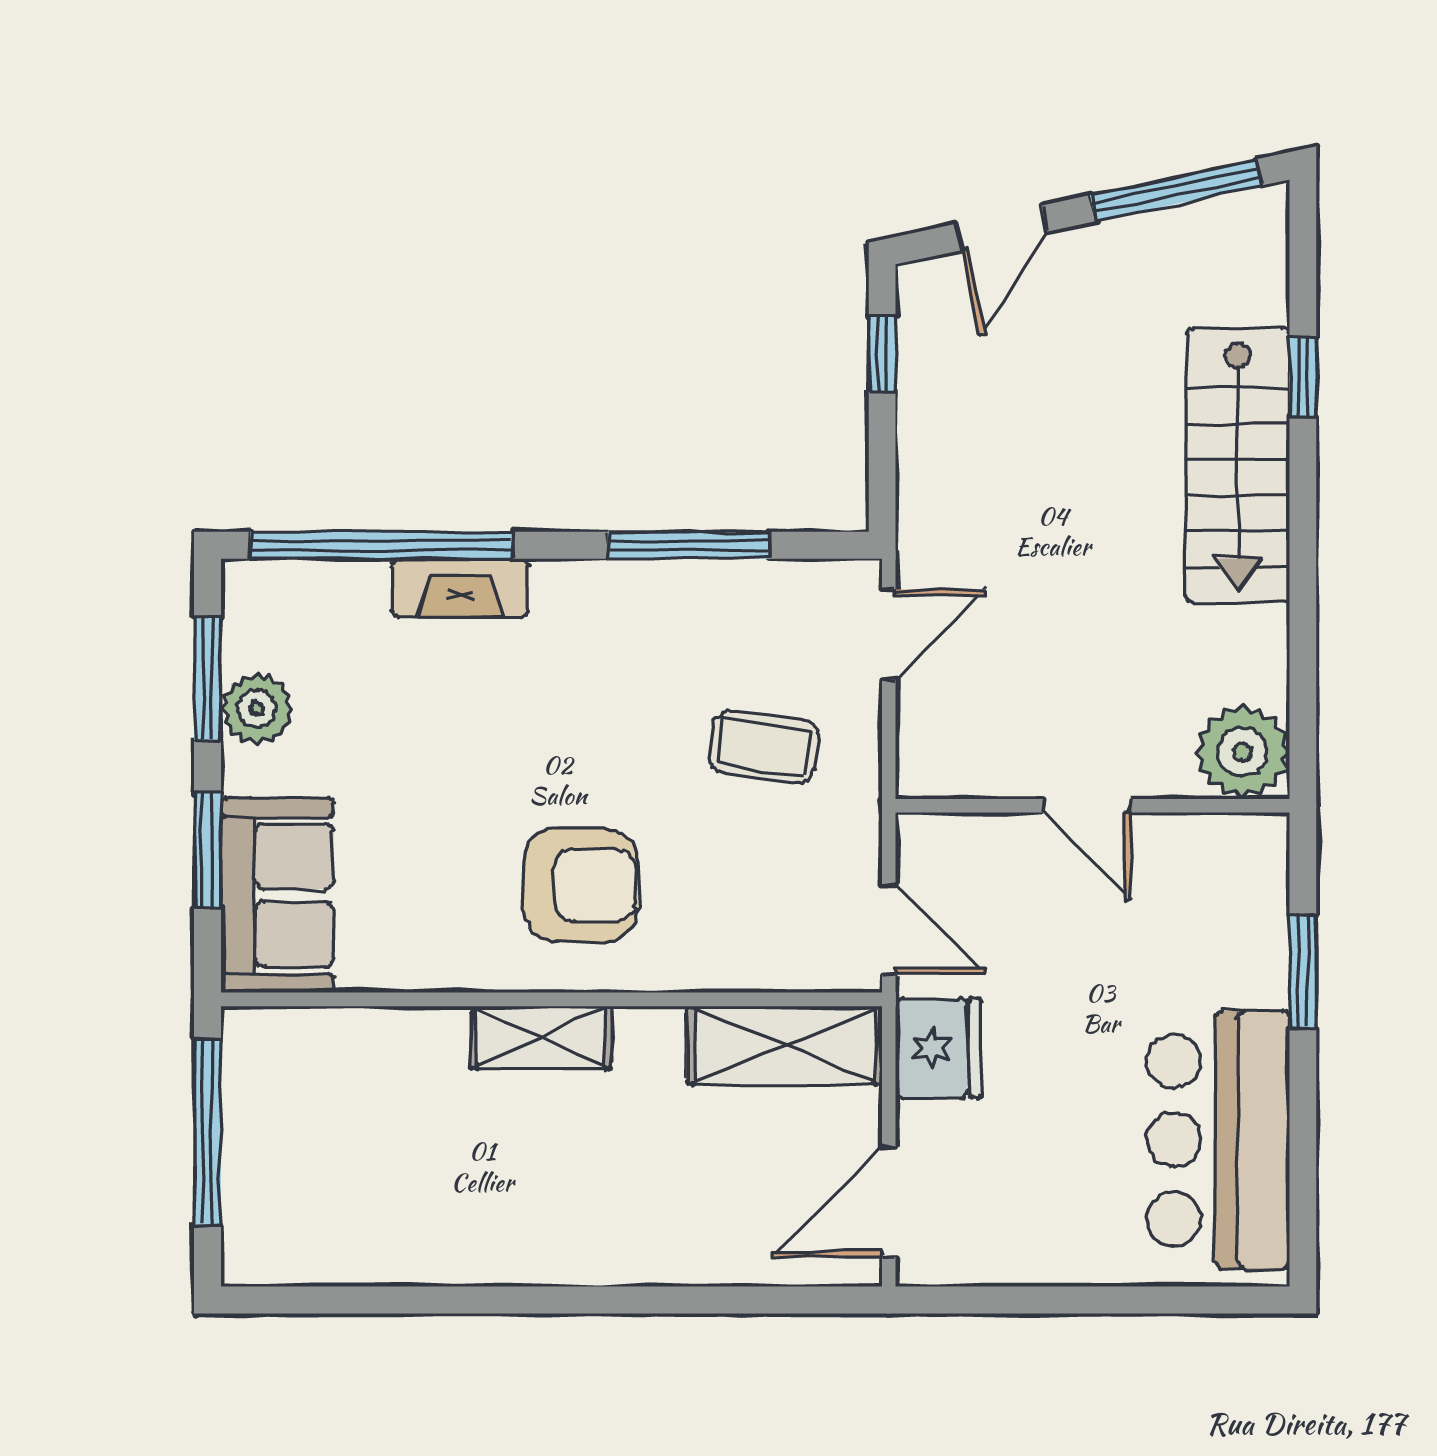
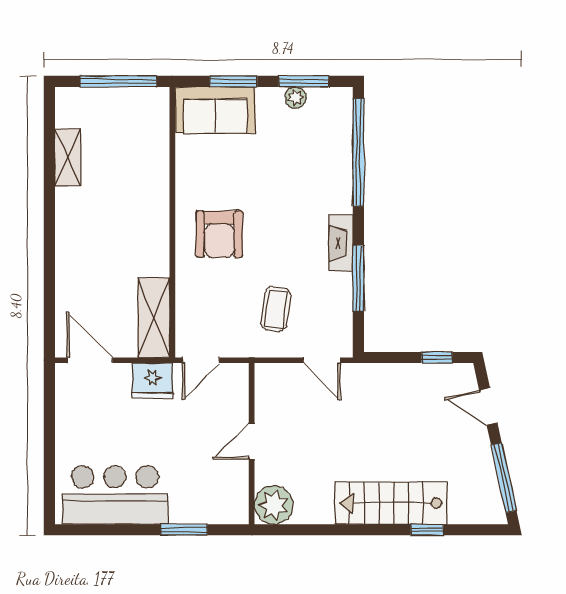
fireplace: (460, 588) -> (341, 243), moved
plant: (257, 709) -> (295, 98), width x0.73, depth x0.73
shelving: (541, 1037) -> (68, 157), moved

